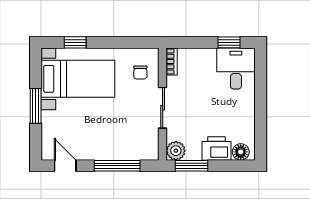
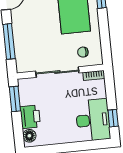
desk: (236, 68) -> (93, 120), width x1.37
sliding door: (163, 108) -> (57, 72), width x1.37
plant: (176, 151) -> (25, 86), removed

